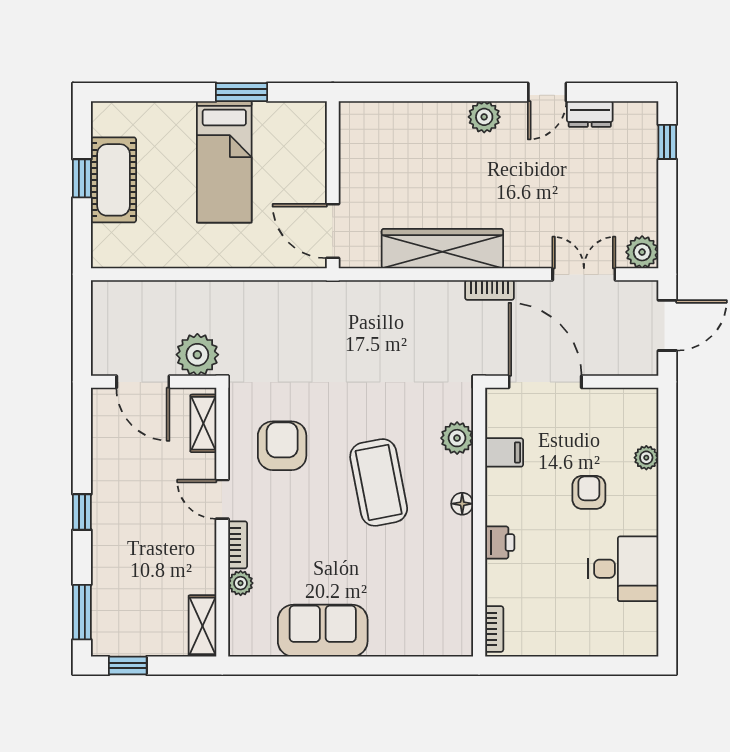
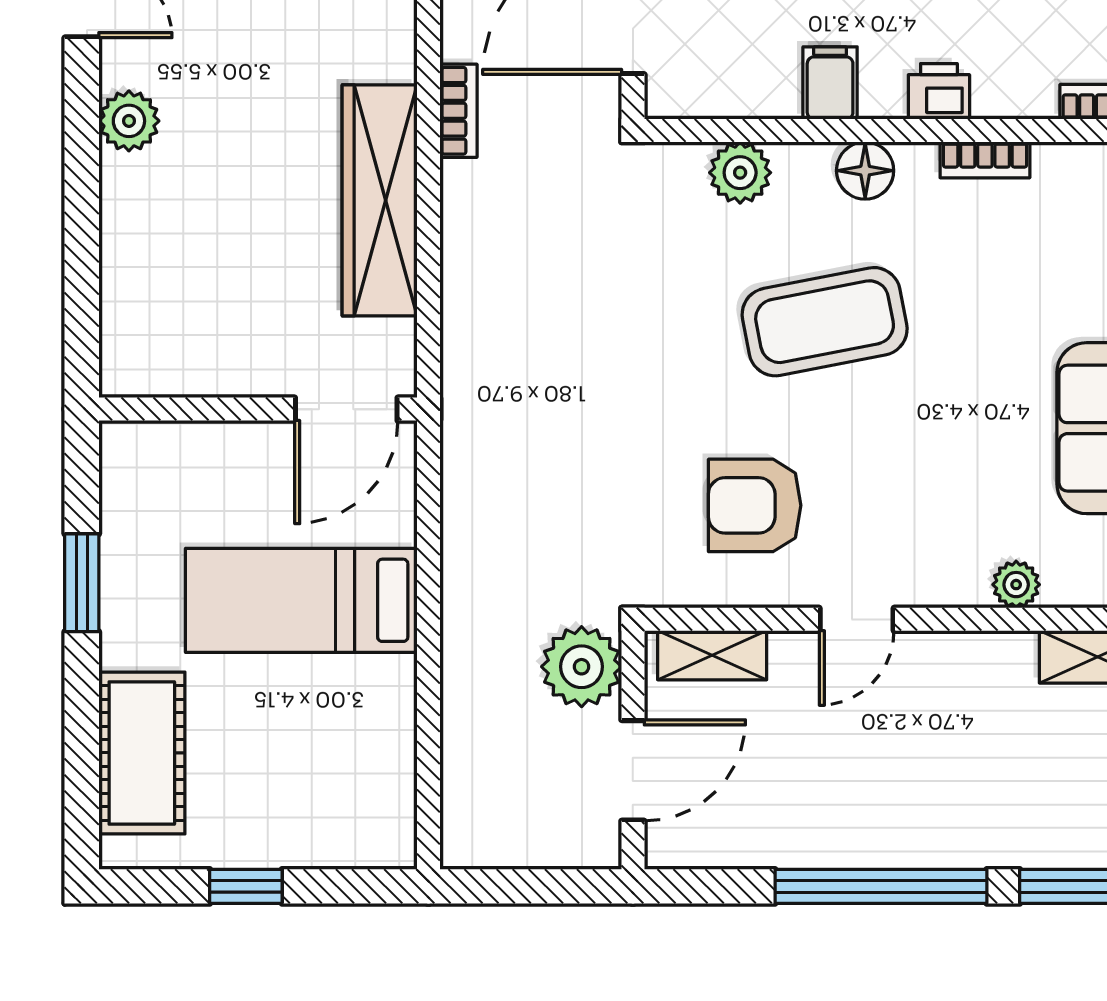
bed: (224, 162) -> (301, 600), moved, turned 180
cot: (113, 180) -> (142, 753), moved, turned 90
filing cabinet: (504, 452) -> (830, 83), moved
floor lamp: (462, 504) -> (865, 171), width x1.37, depth x1.37
window: (82, 512) -> (881, 886), width x3.17
bookcase: (238, 545) -> (985, 160), moved, turned 180

